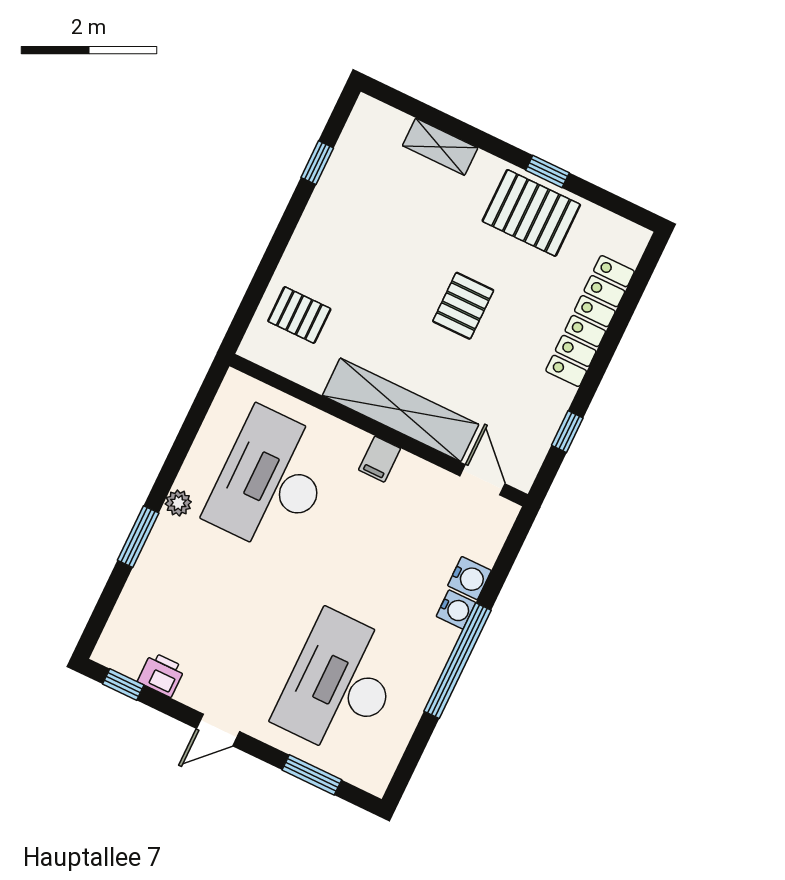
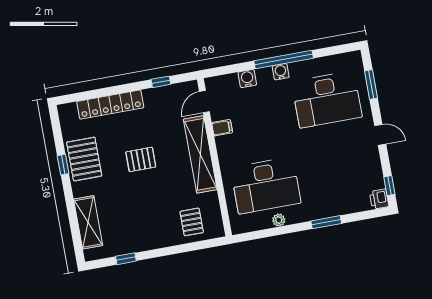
shelving: (440, 147) -> (88, 222), width x1.50, depth x1.33
filing cabinet: (380, 459) -> (222, 128), moved
plant: (178, 503) -> (279, 220), moved
water cooler: (456, 609) -> (281, 72), moved
printer: (161, 675) -> (379, 199), moved

